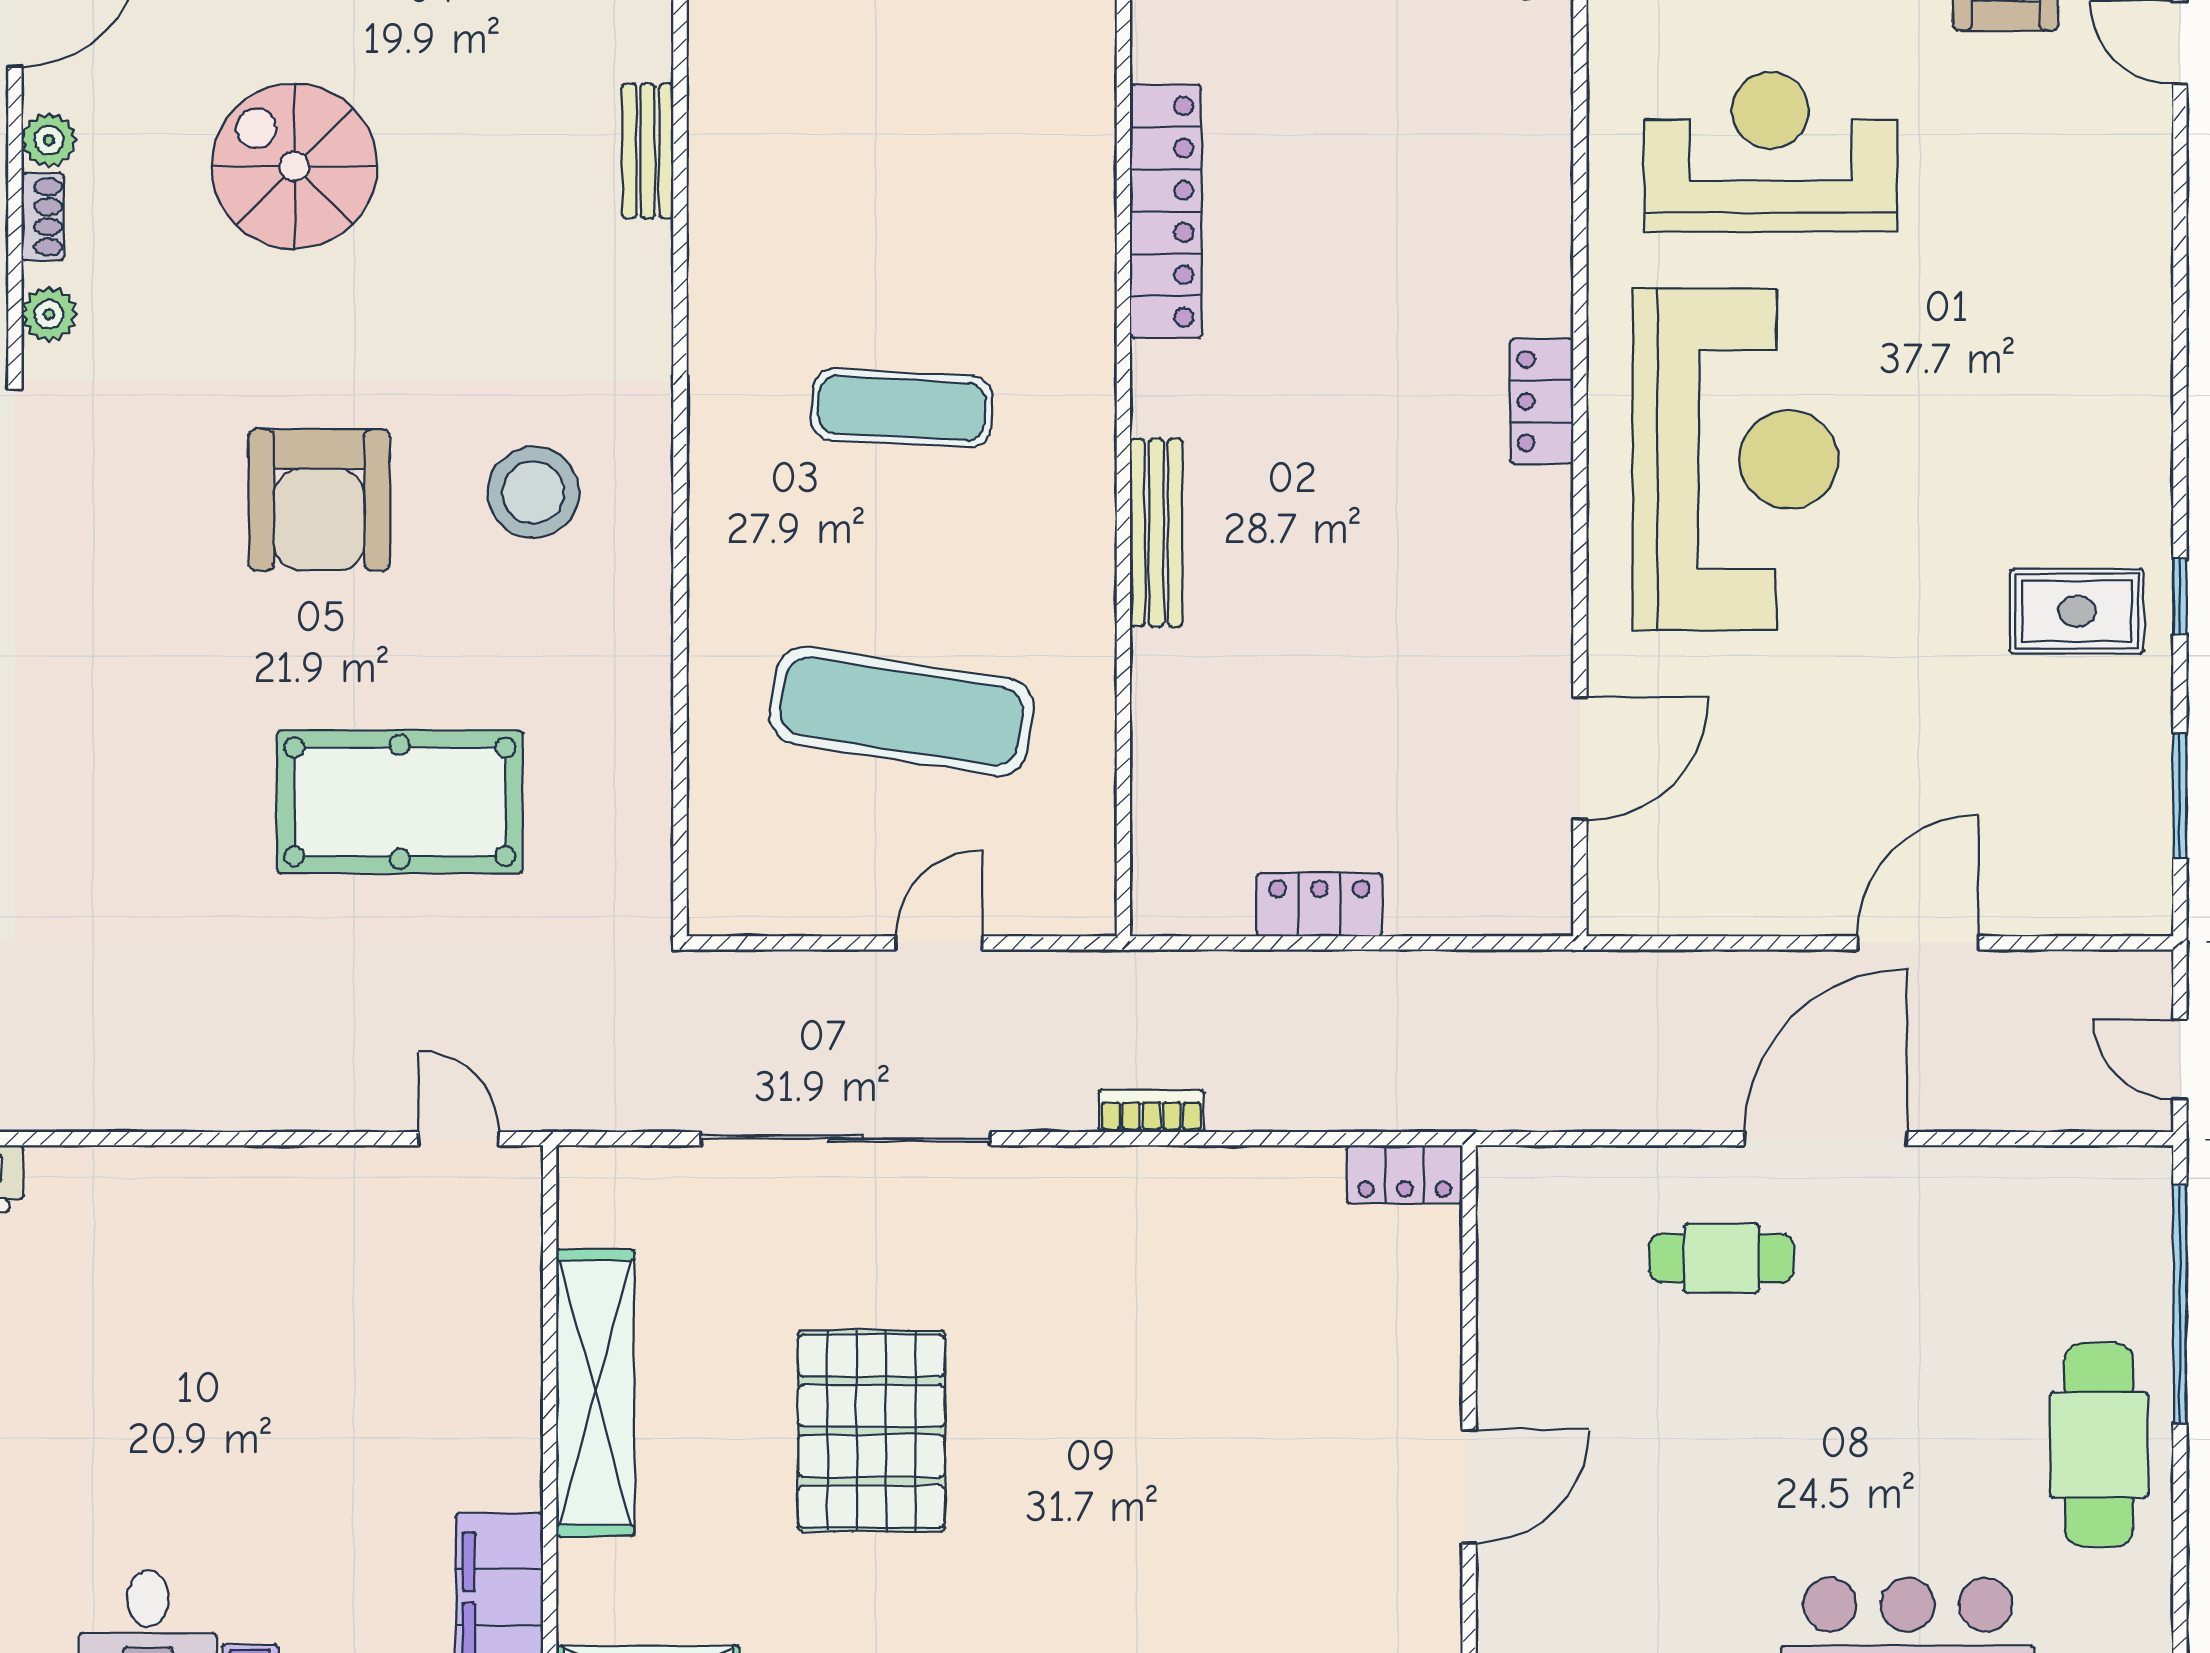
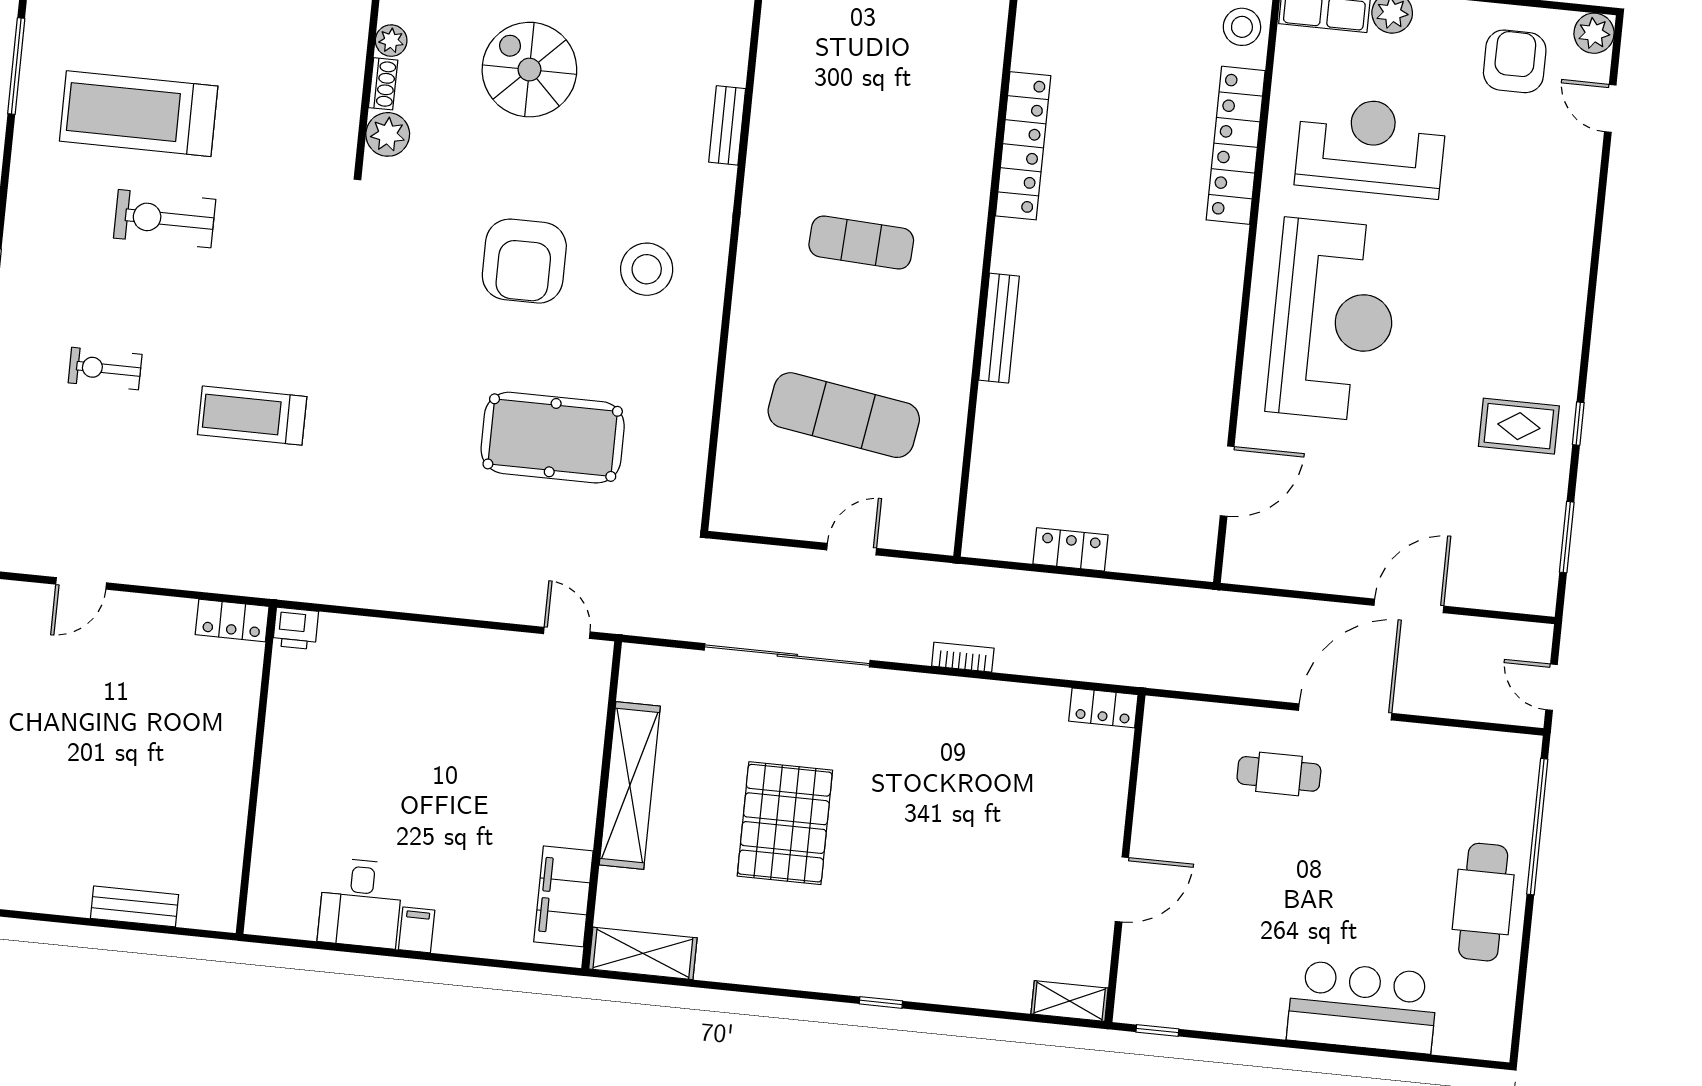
bench: (648, 151) -> (727, 125), moved
plant: (49, 314) -> (388, 134), width x1.38, depth x1.38
locker: (1542, 401) -> (1236, 145), moved, width x2.16, depth x1.21

